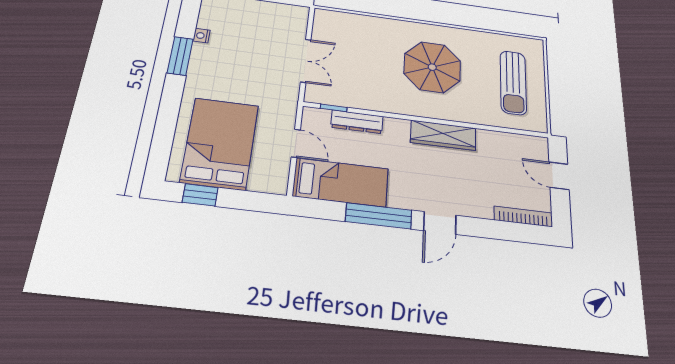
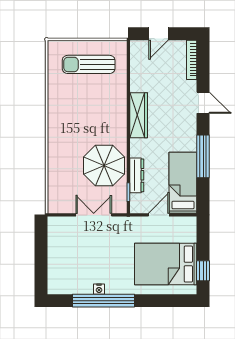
nightstand: (202, 36) -> (99, 289), moved
window: (180, 56) -> (103, 301), width x2.11
parasol: (432, 67) -> (104, 165), moved
sun lounger: (513, 83) -> (89, 64), turned 180
door: (440, 223) -> (203, 103), moved

